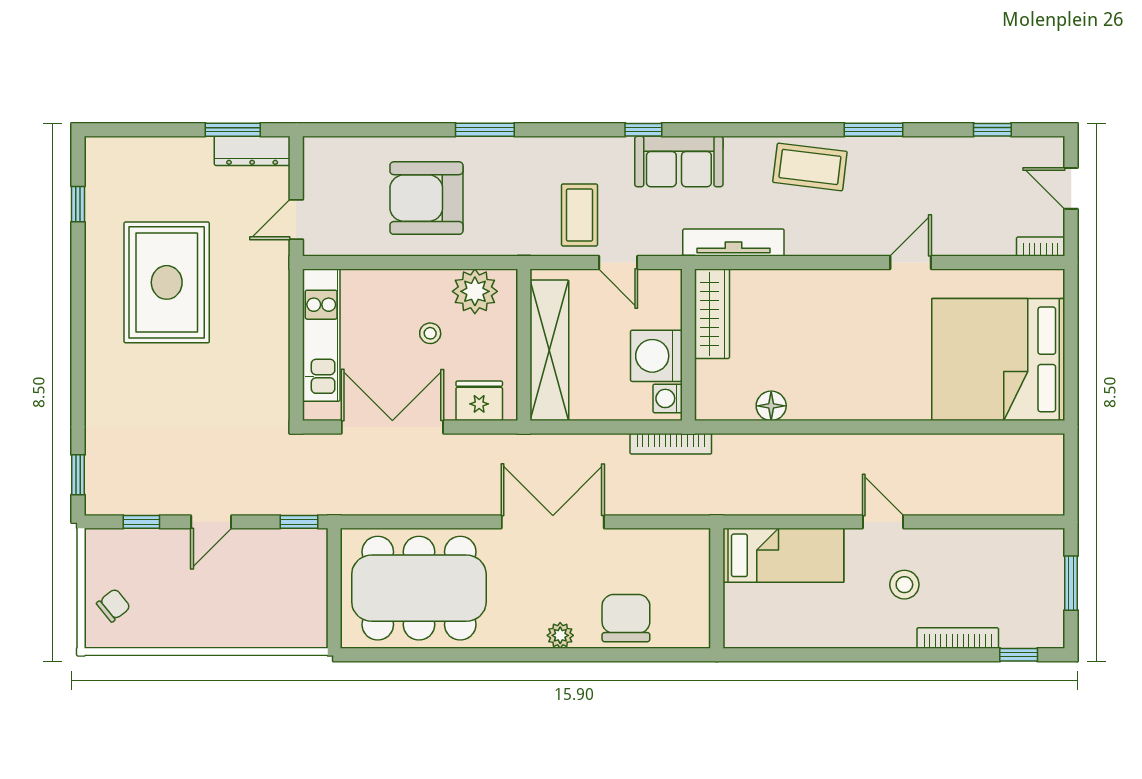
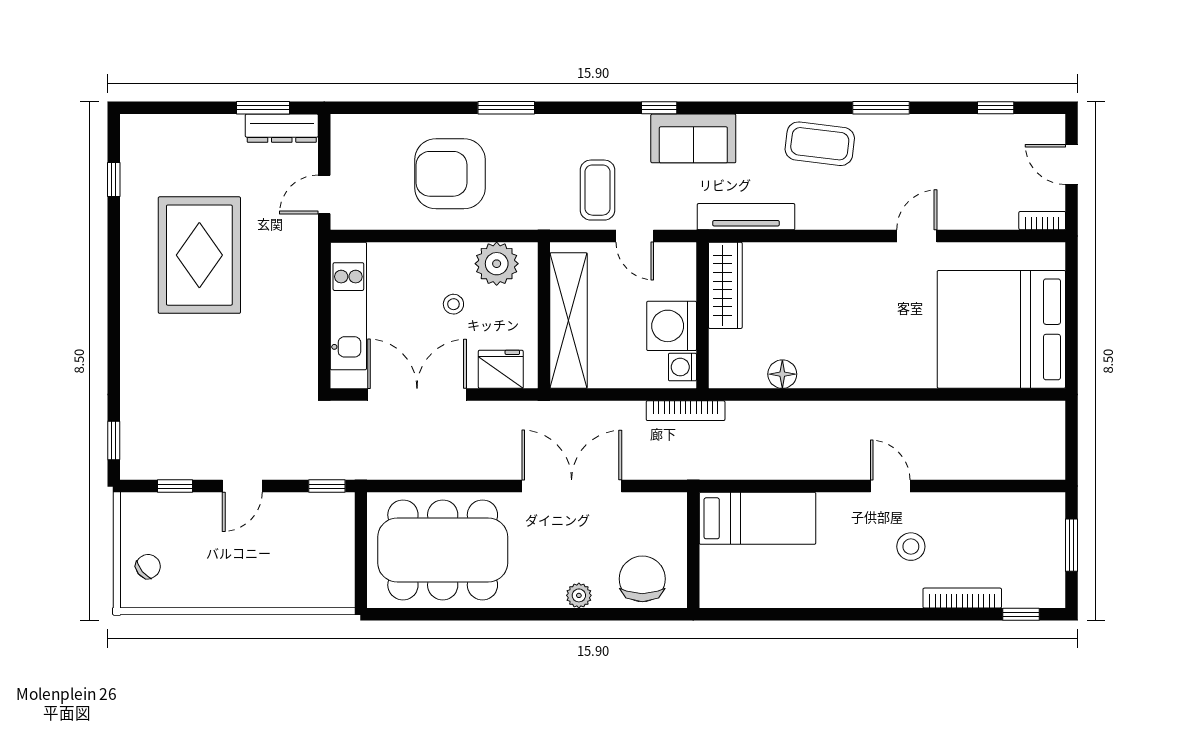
bed: (783, 555) -> (758, 518), moved
wall: (717, 588) -> (693, 550), moved

